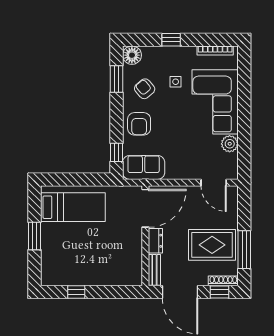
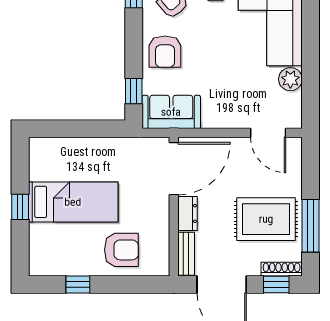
bed: (73, 207) -> (73, 202), moved
window: (34, 236) -> (20, 207), width x0.67
armchair: (108, 267) -> (121, 250), added

